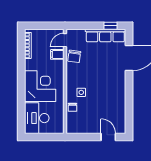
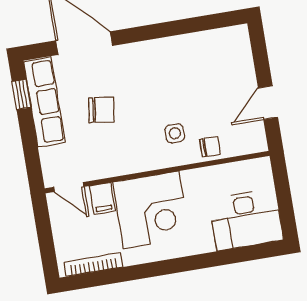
chair: (74, 56) -> (101, 110), moved
corner desk: (40, 86) -> (151, 210), moved, turned 180
door: (108, 137) -> (268, 103), moved

